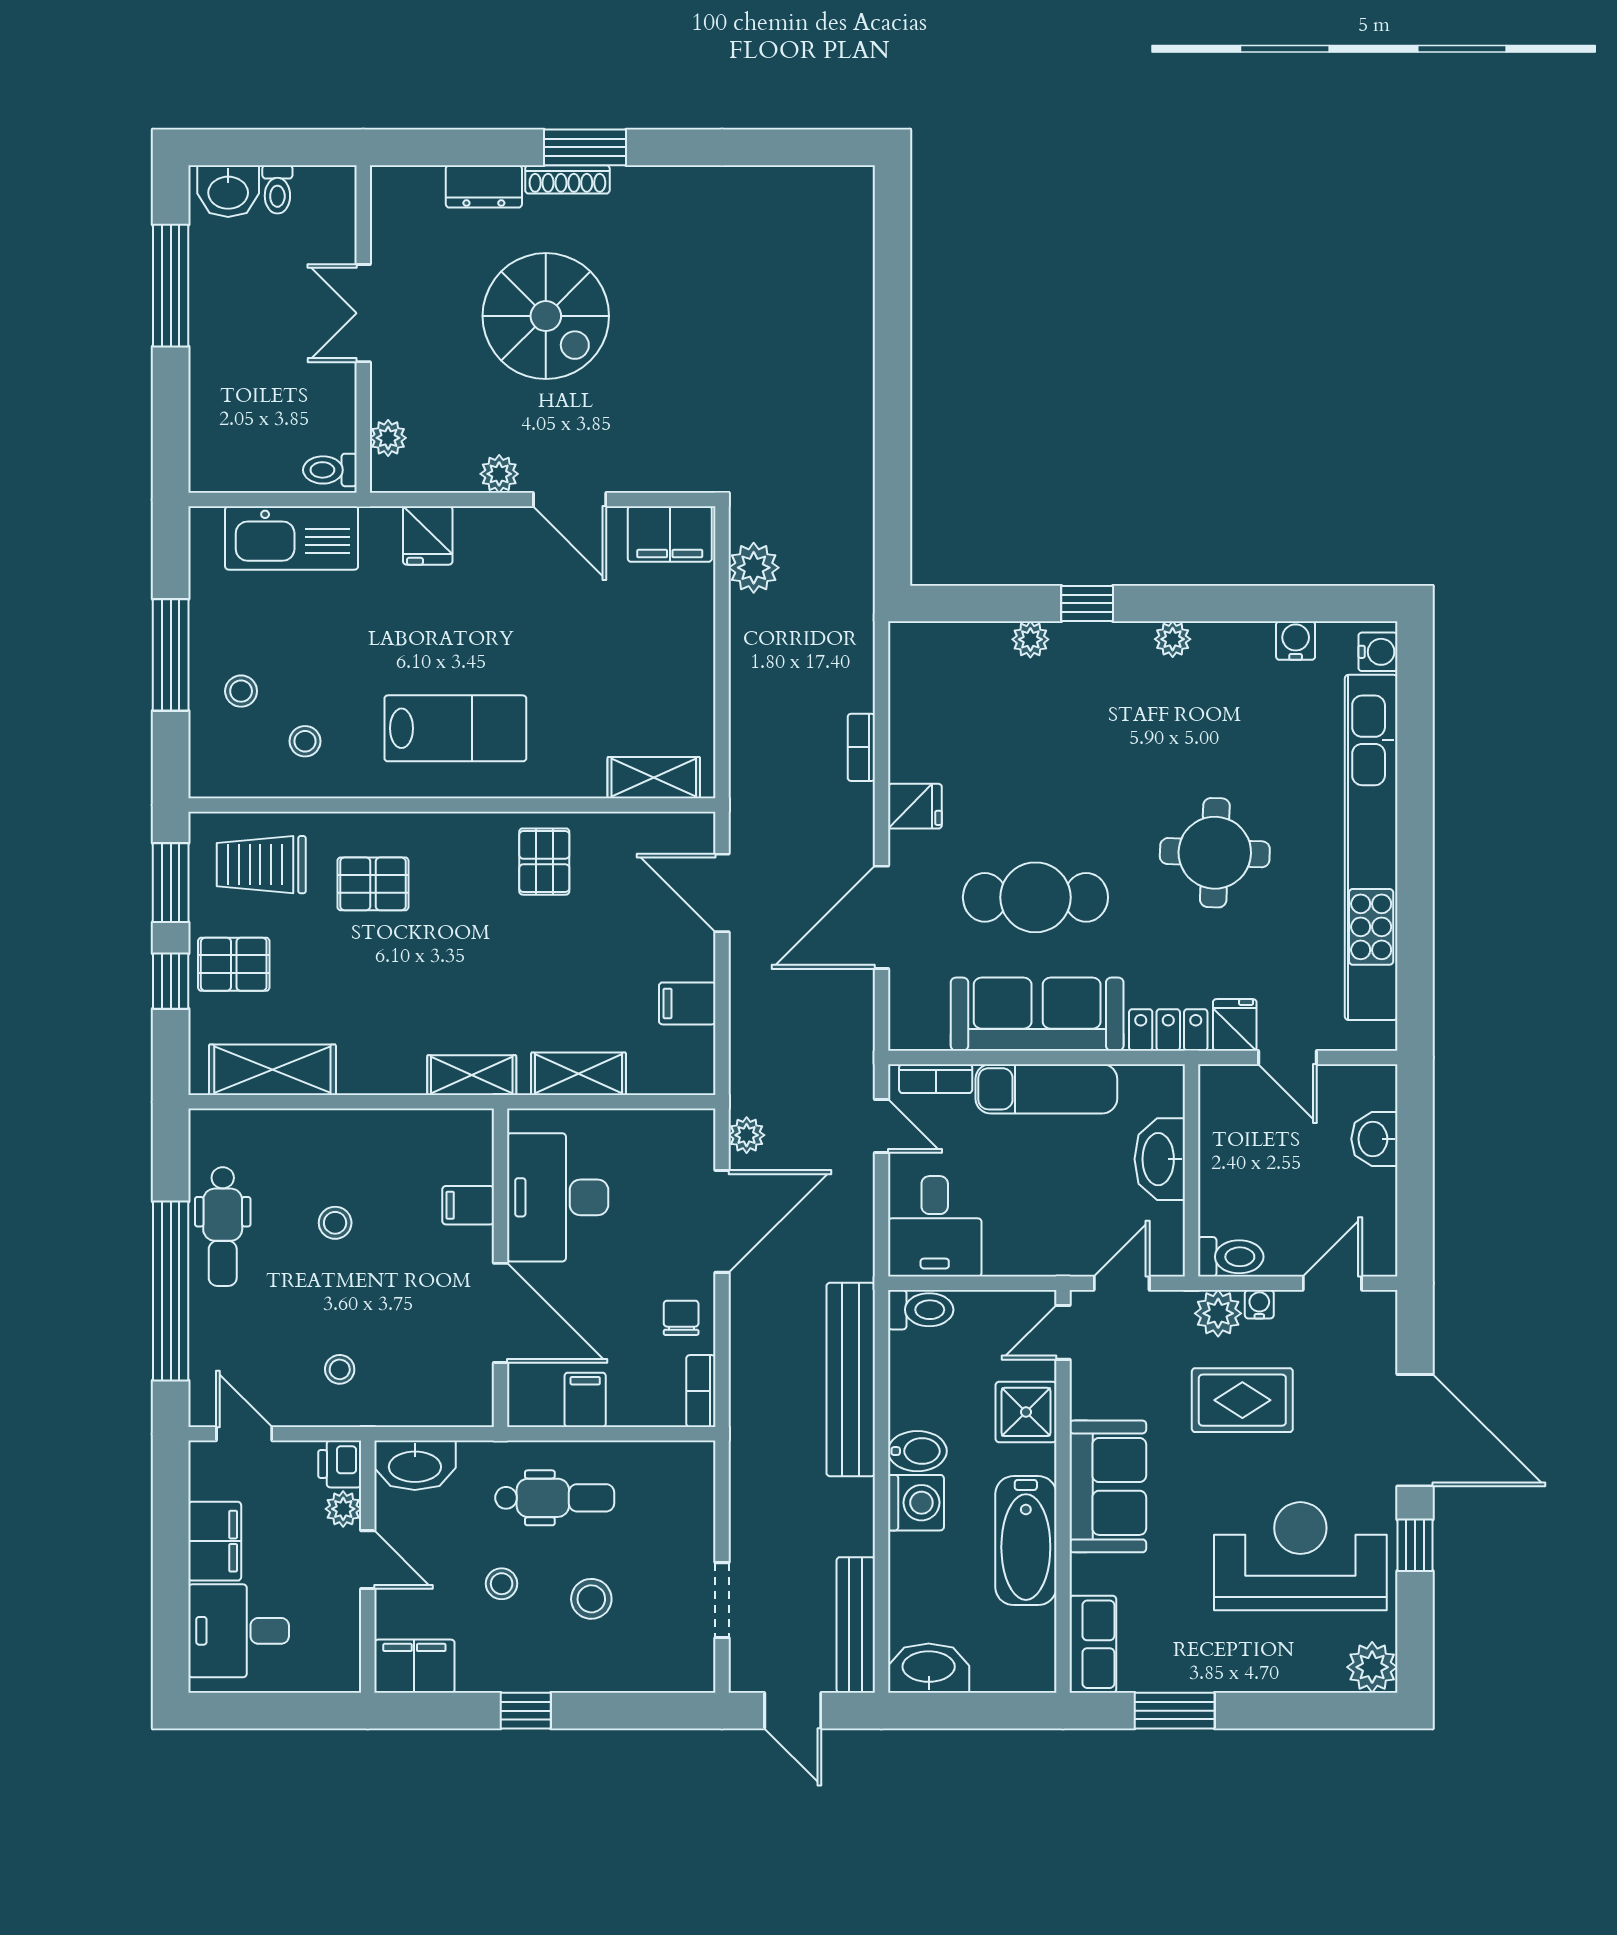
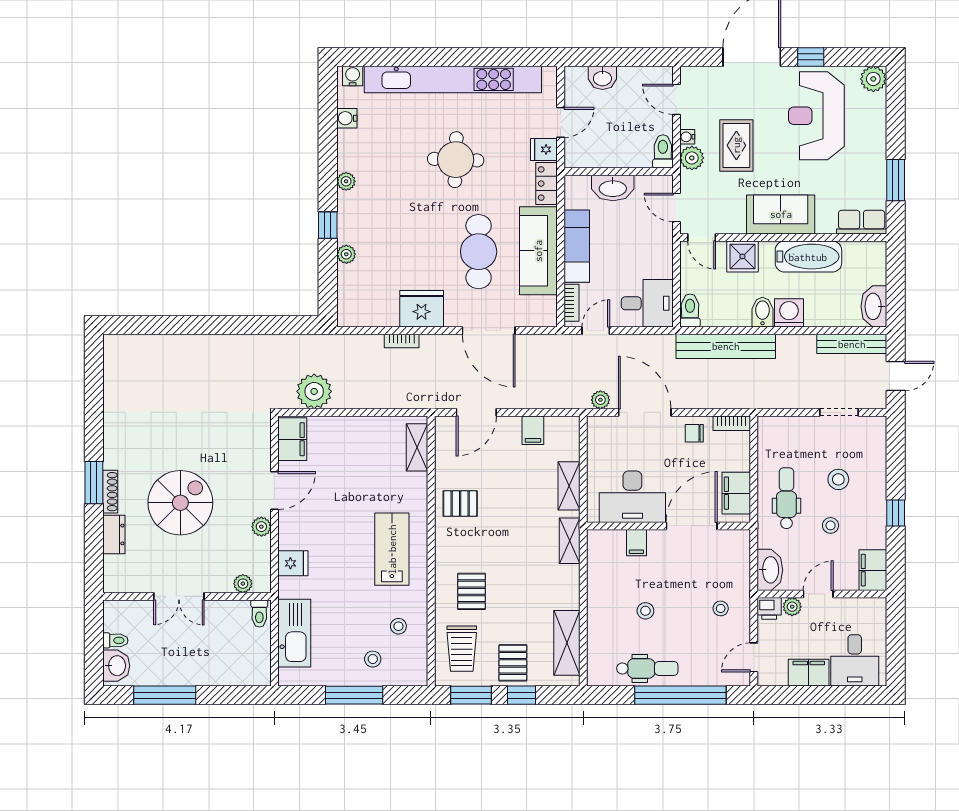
plant: (754, 568) -> (314, 391), width x1.36, depth x1.36
fridge: (915, 806) -> (422, 309), width x1.88, depth x1.34
filing cabinet: (585, 1400) -> (736, 493), width x2.00

